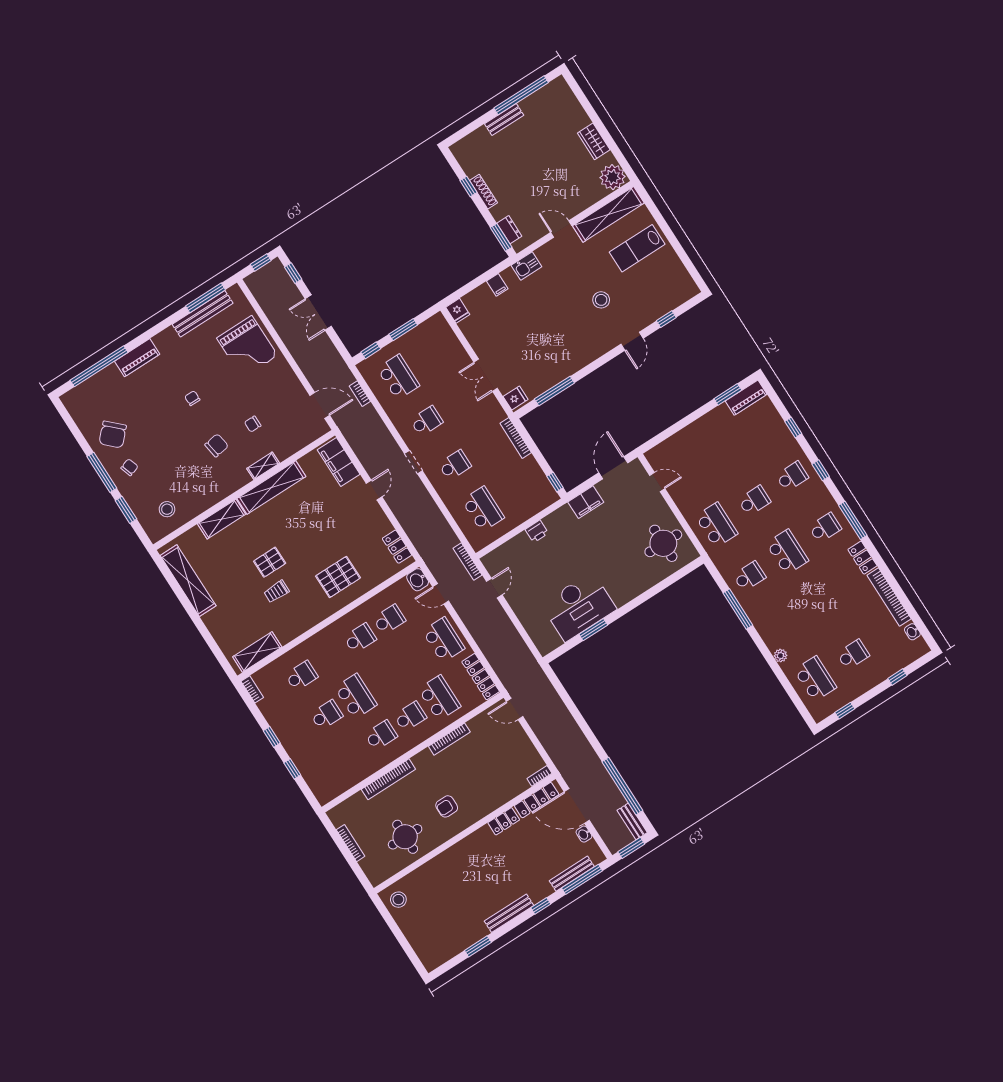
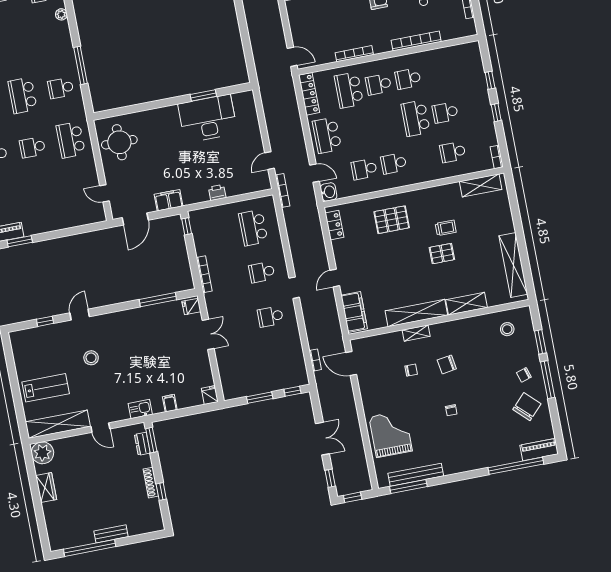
piano: (137, 358) -> (539, 450), moved
school desk: (398, 377) -> (279, 361), removed

